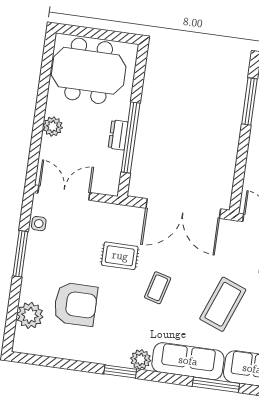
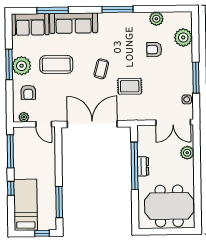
plant: (53, 126) -> (187, 153), moved
armchair: (75, 304) -> (154, 50), width x0.53, depth x0.53
coffee table: (223, 304) -> (56, 64), turned 69
plant: (141, 359) -> (156, 19), moved
window: (120, 372) -> (118, 9), width x1.44

